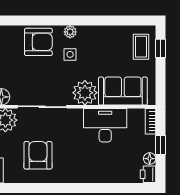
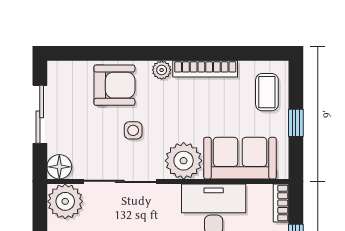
bookcase: (99, 31) -> (205, 69), added
window: (160, 48) -> (296, 123), moved
side table: (70, 54) -> (133, 130), moved

